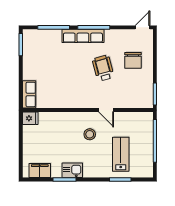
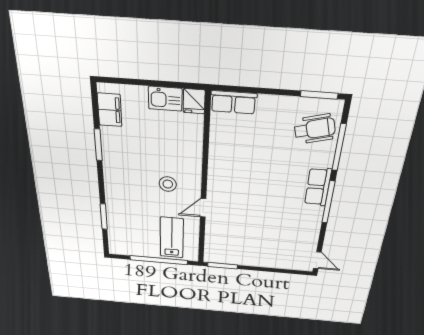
row of seats: (83, 36) -> (318, 187), width x0.68
chair: (133, 60) -> (272, 246), removed
wheelchair: (103, 68) -> (315, 129), moved
lab bench: (121, 154) -> (172, 238), moved, turned -90
kitchen sink: (72, 170) -> (165, 99), moved, turned 90

